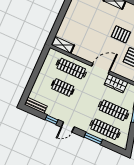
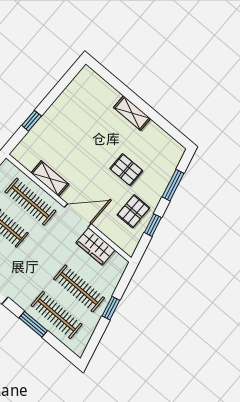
window: (58, 22) -> (32, 121), added
shelving: (63, 45) -> (50, 179), moved

